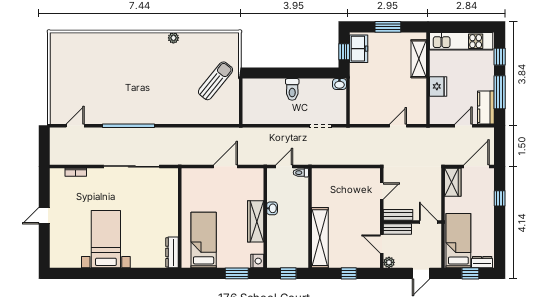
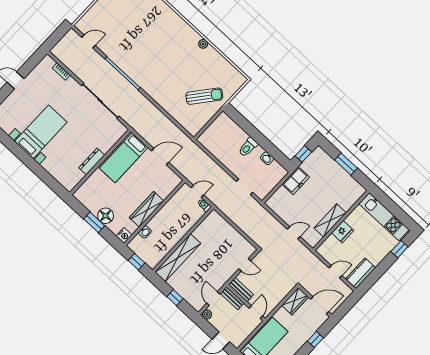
freezer: (359, 49) -> (296, 181), moved
shelving: (419, 59) -> (330, 220), moved
washbasin: (339, 84) -> (267, 158), moved
window: (500, 92) -> (378, 272), removed
washbasin: (272, 208) -> (145, 232), moved
bed: (204, 240) -> (124, 158), moved, turned 180
dresser: (172, 252) -> (92, 161), moved
floor lamp: (226, 259) -> (106, 216), added
window: (237, 273) -> (94, 222), moved

